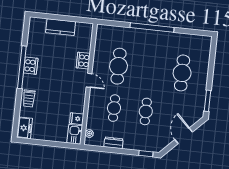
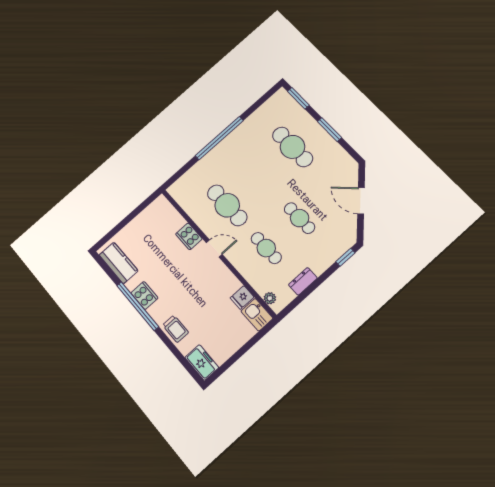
kitchen counter: (61, 27) -> (119, 263), moved, turned -90
window: (213, 52) -> (298, 98), added
window: (208, 101) -> (330, 130), moved

